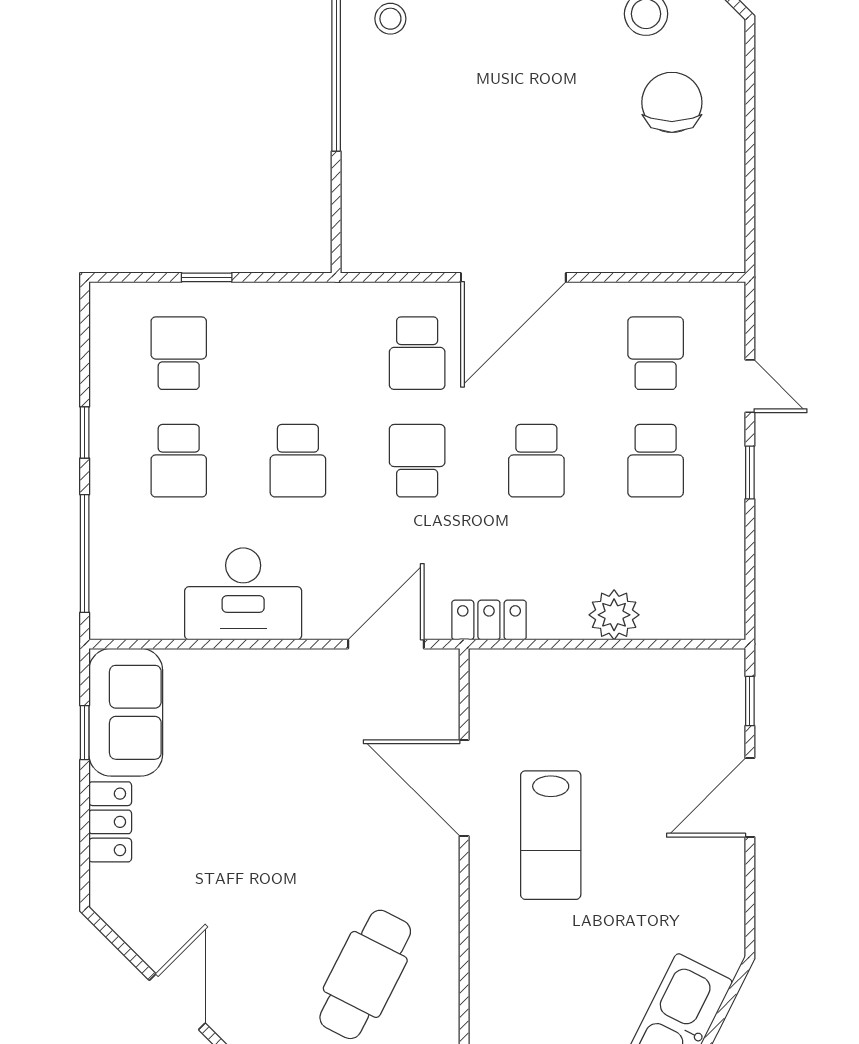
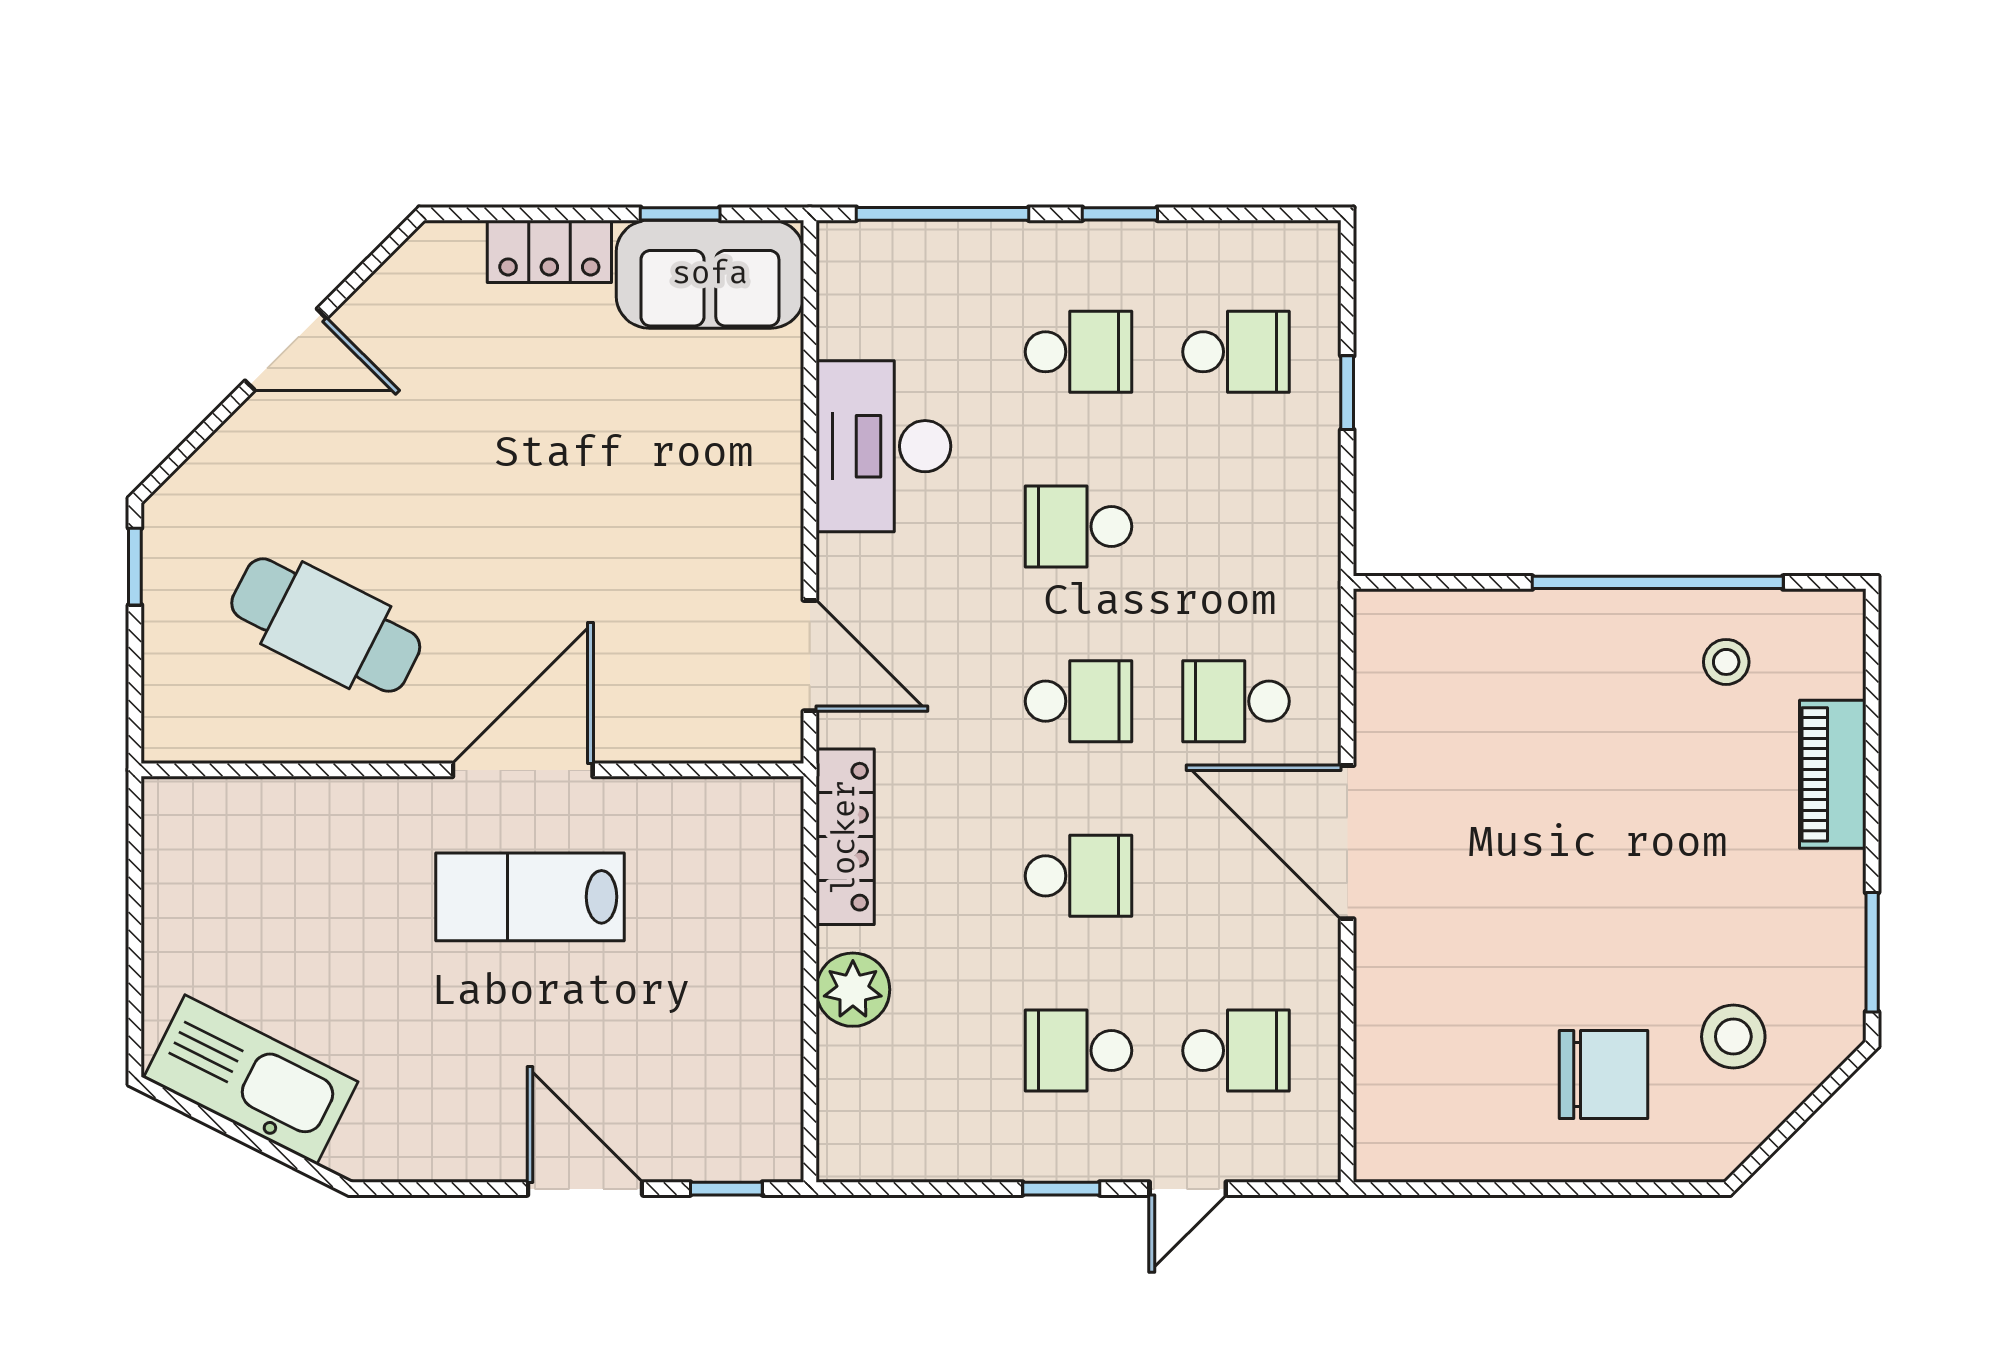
school desk: (179, 461) -> (1078, 352), turned 180
school desk: (536, 461) -> (1078, 876), turned 180
locker: (489, 620) -> (845, 837), width x1.53
door: (464, 788) -> (523, 770), moved

